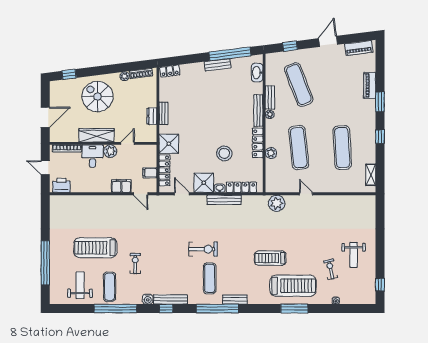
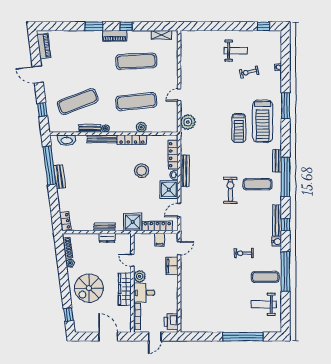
piano: (370, 85) -> (115, 36), moved
treadmill: (95, 248) -> (229, 290), removed
treadmill: (293, 286) -> (263, 121), moved, turned 180

